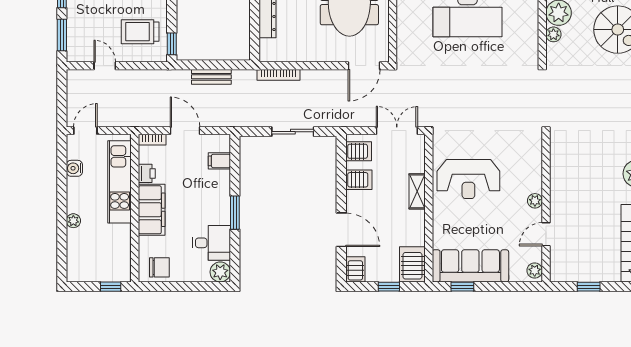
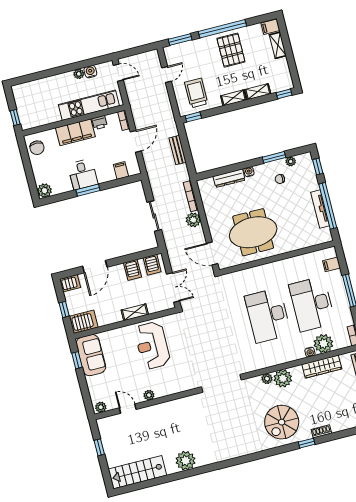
plant: (312, 80) -> (193, 220), added
plant: (73, 221) -> (79, 74), moved
desk: (211, 243) -> (83, 174), moved
sofa: (470, 266) -> (91, 355), width x0.73

